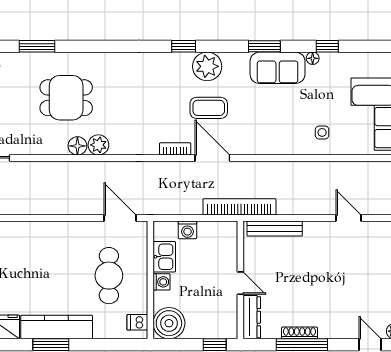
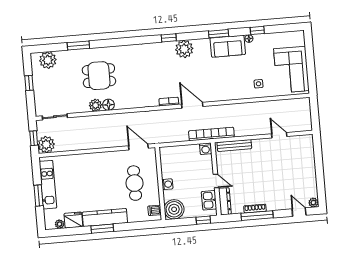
coffee table: (209, 108) -> (187, 75), removed
plant: (98, 145) -> (95, 105), moved
washing machine: (187, 230) -> (205, 149), moved
kitchen sink: (164, 257) -> (209, 200), moved, turned 180

